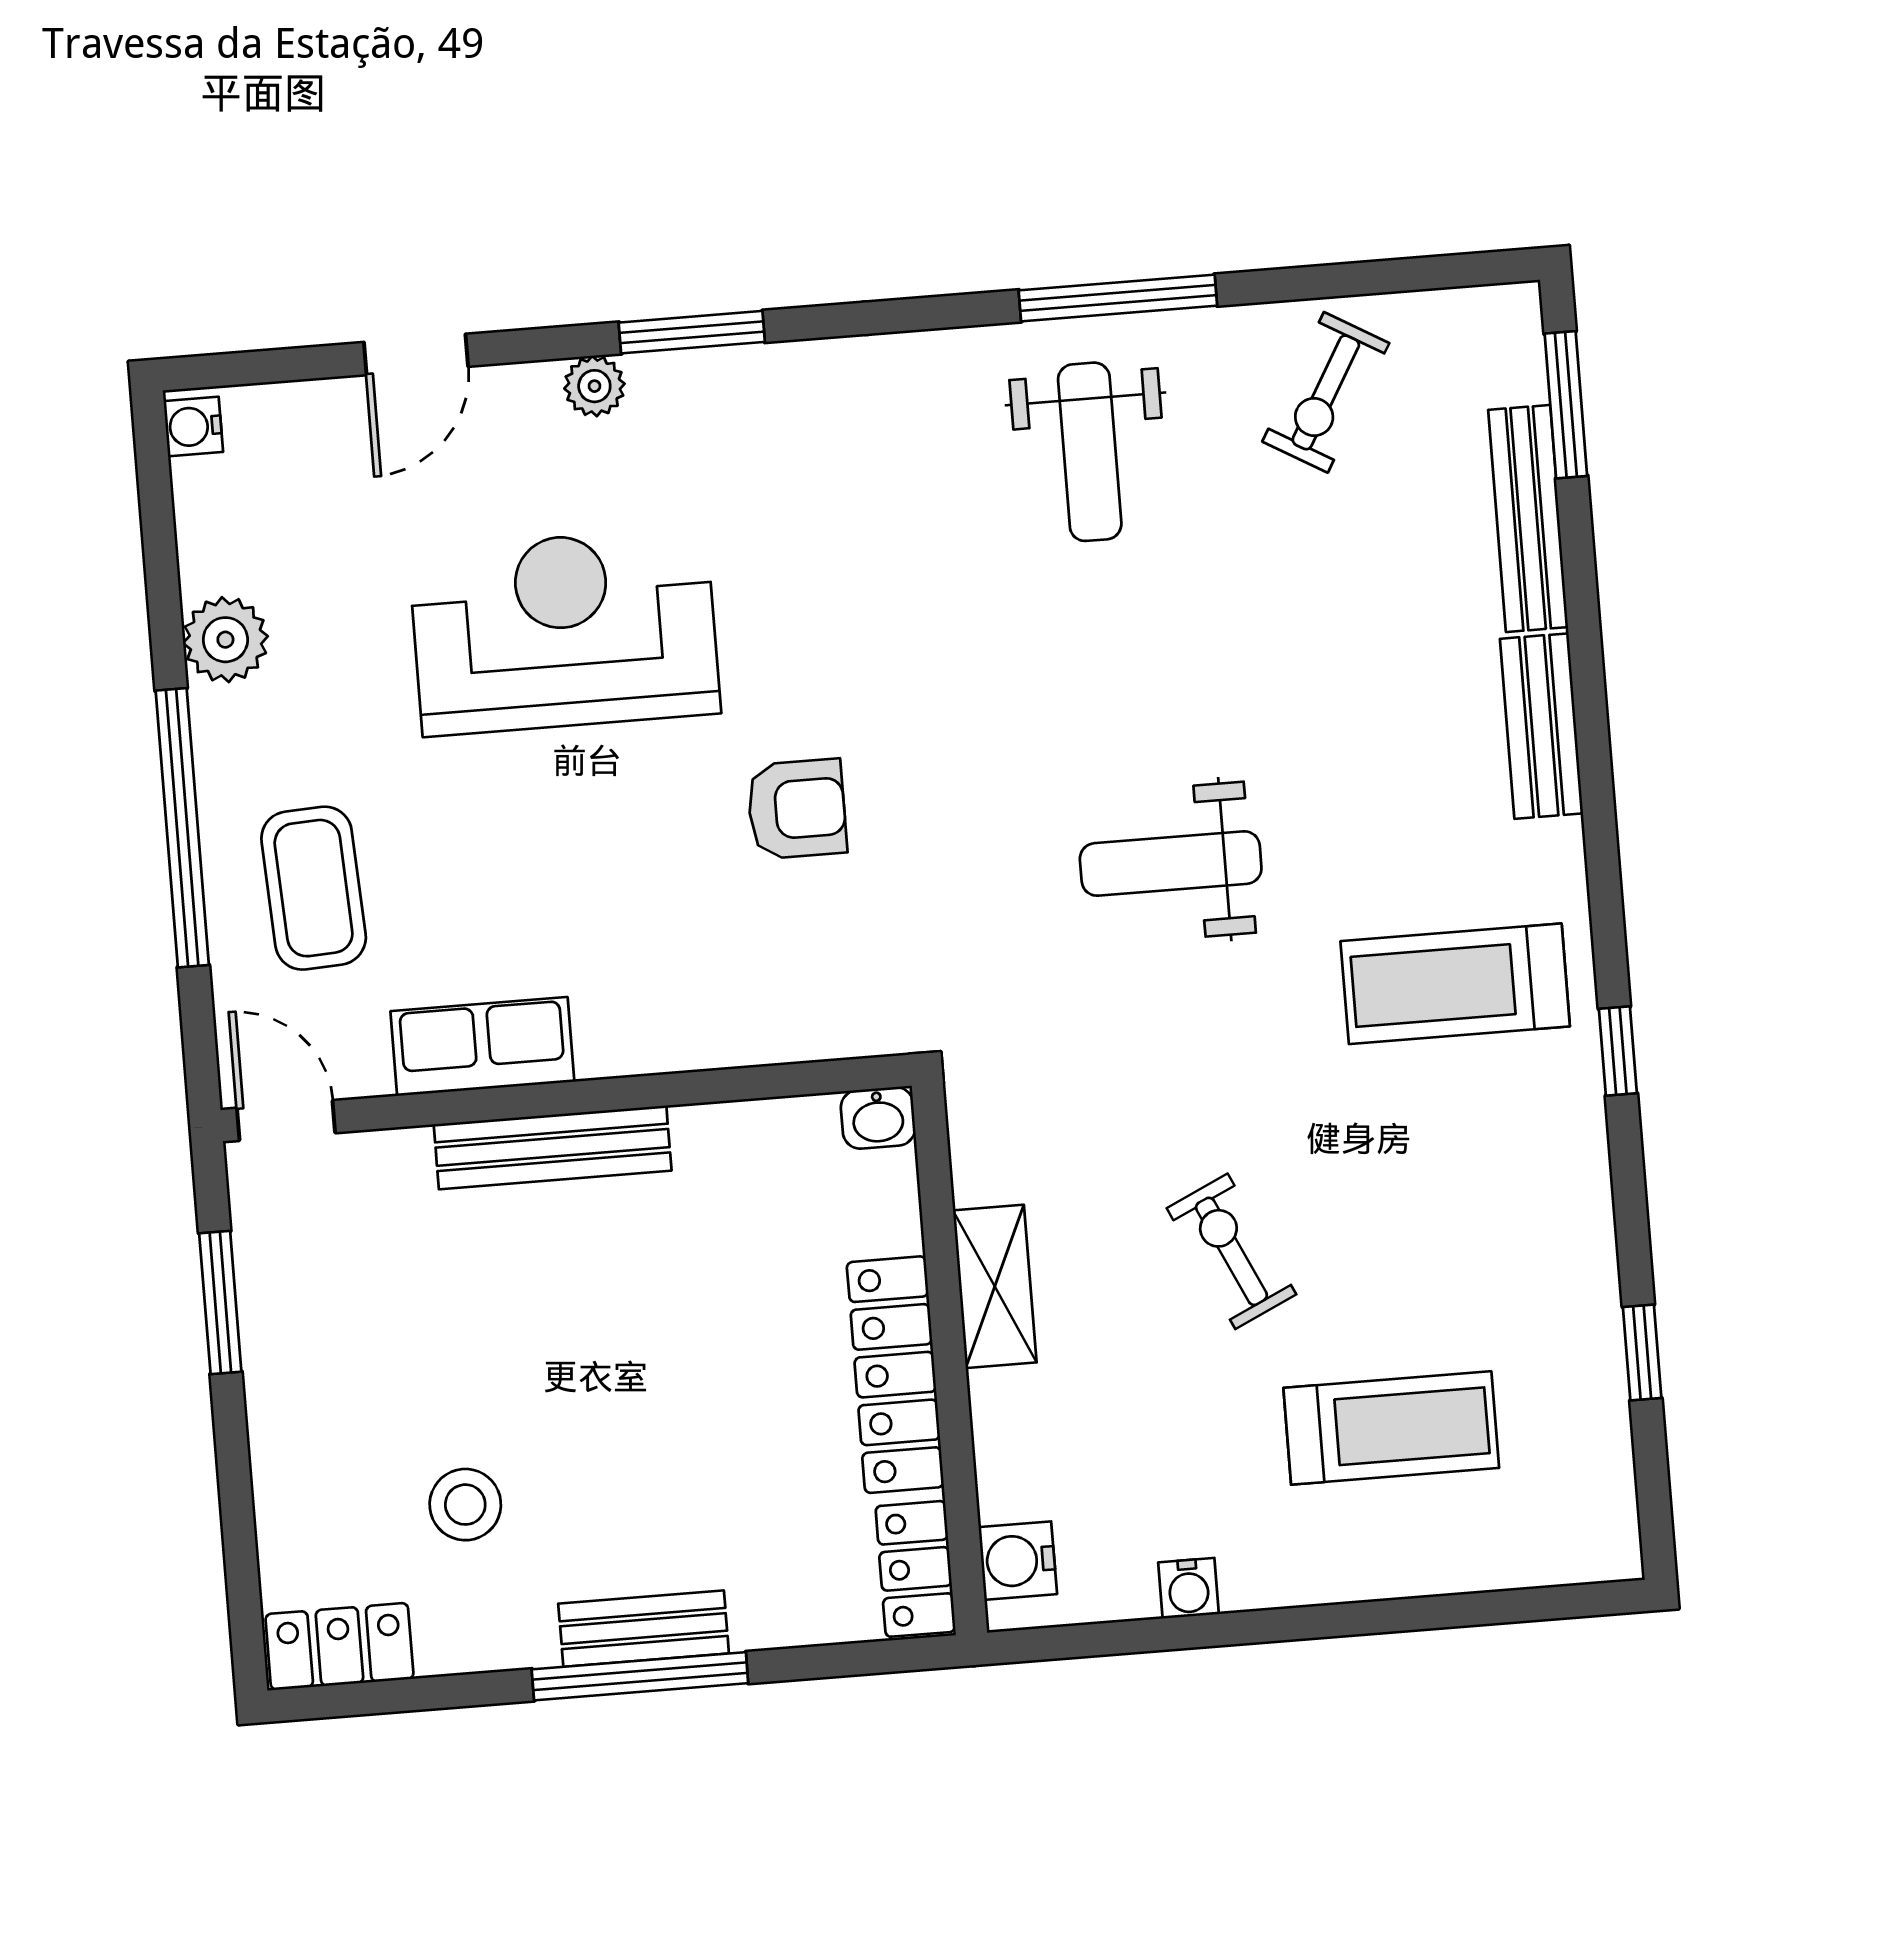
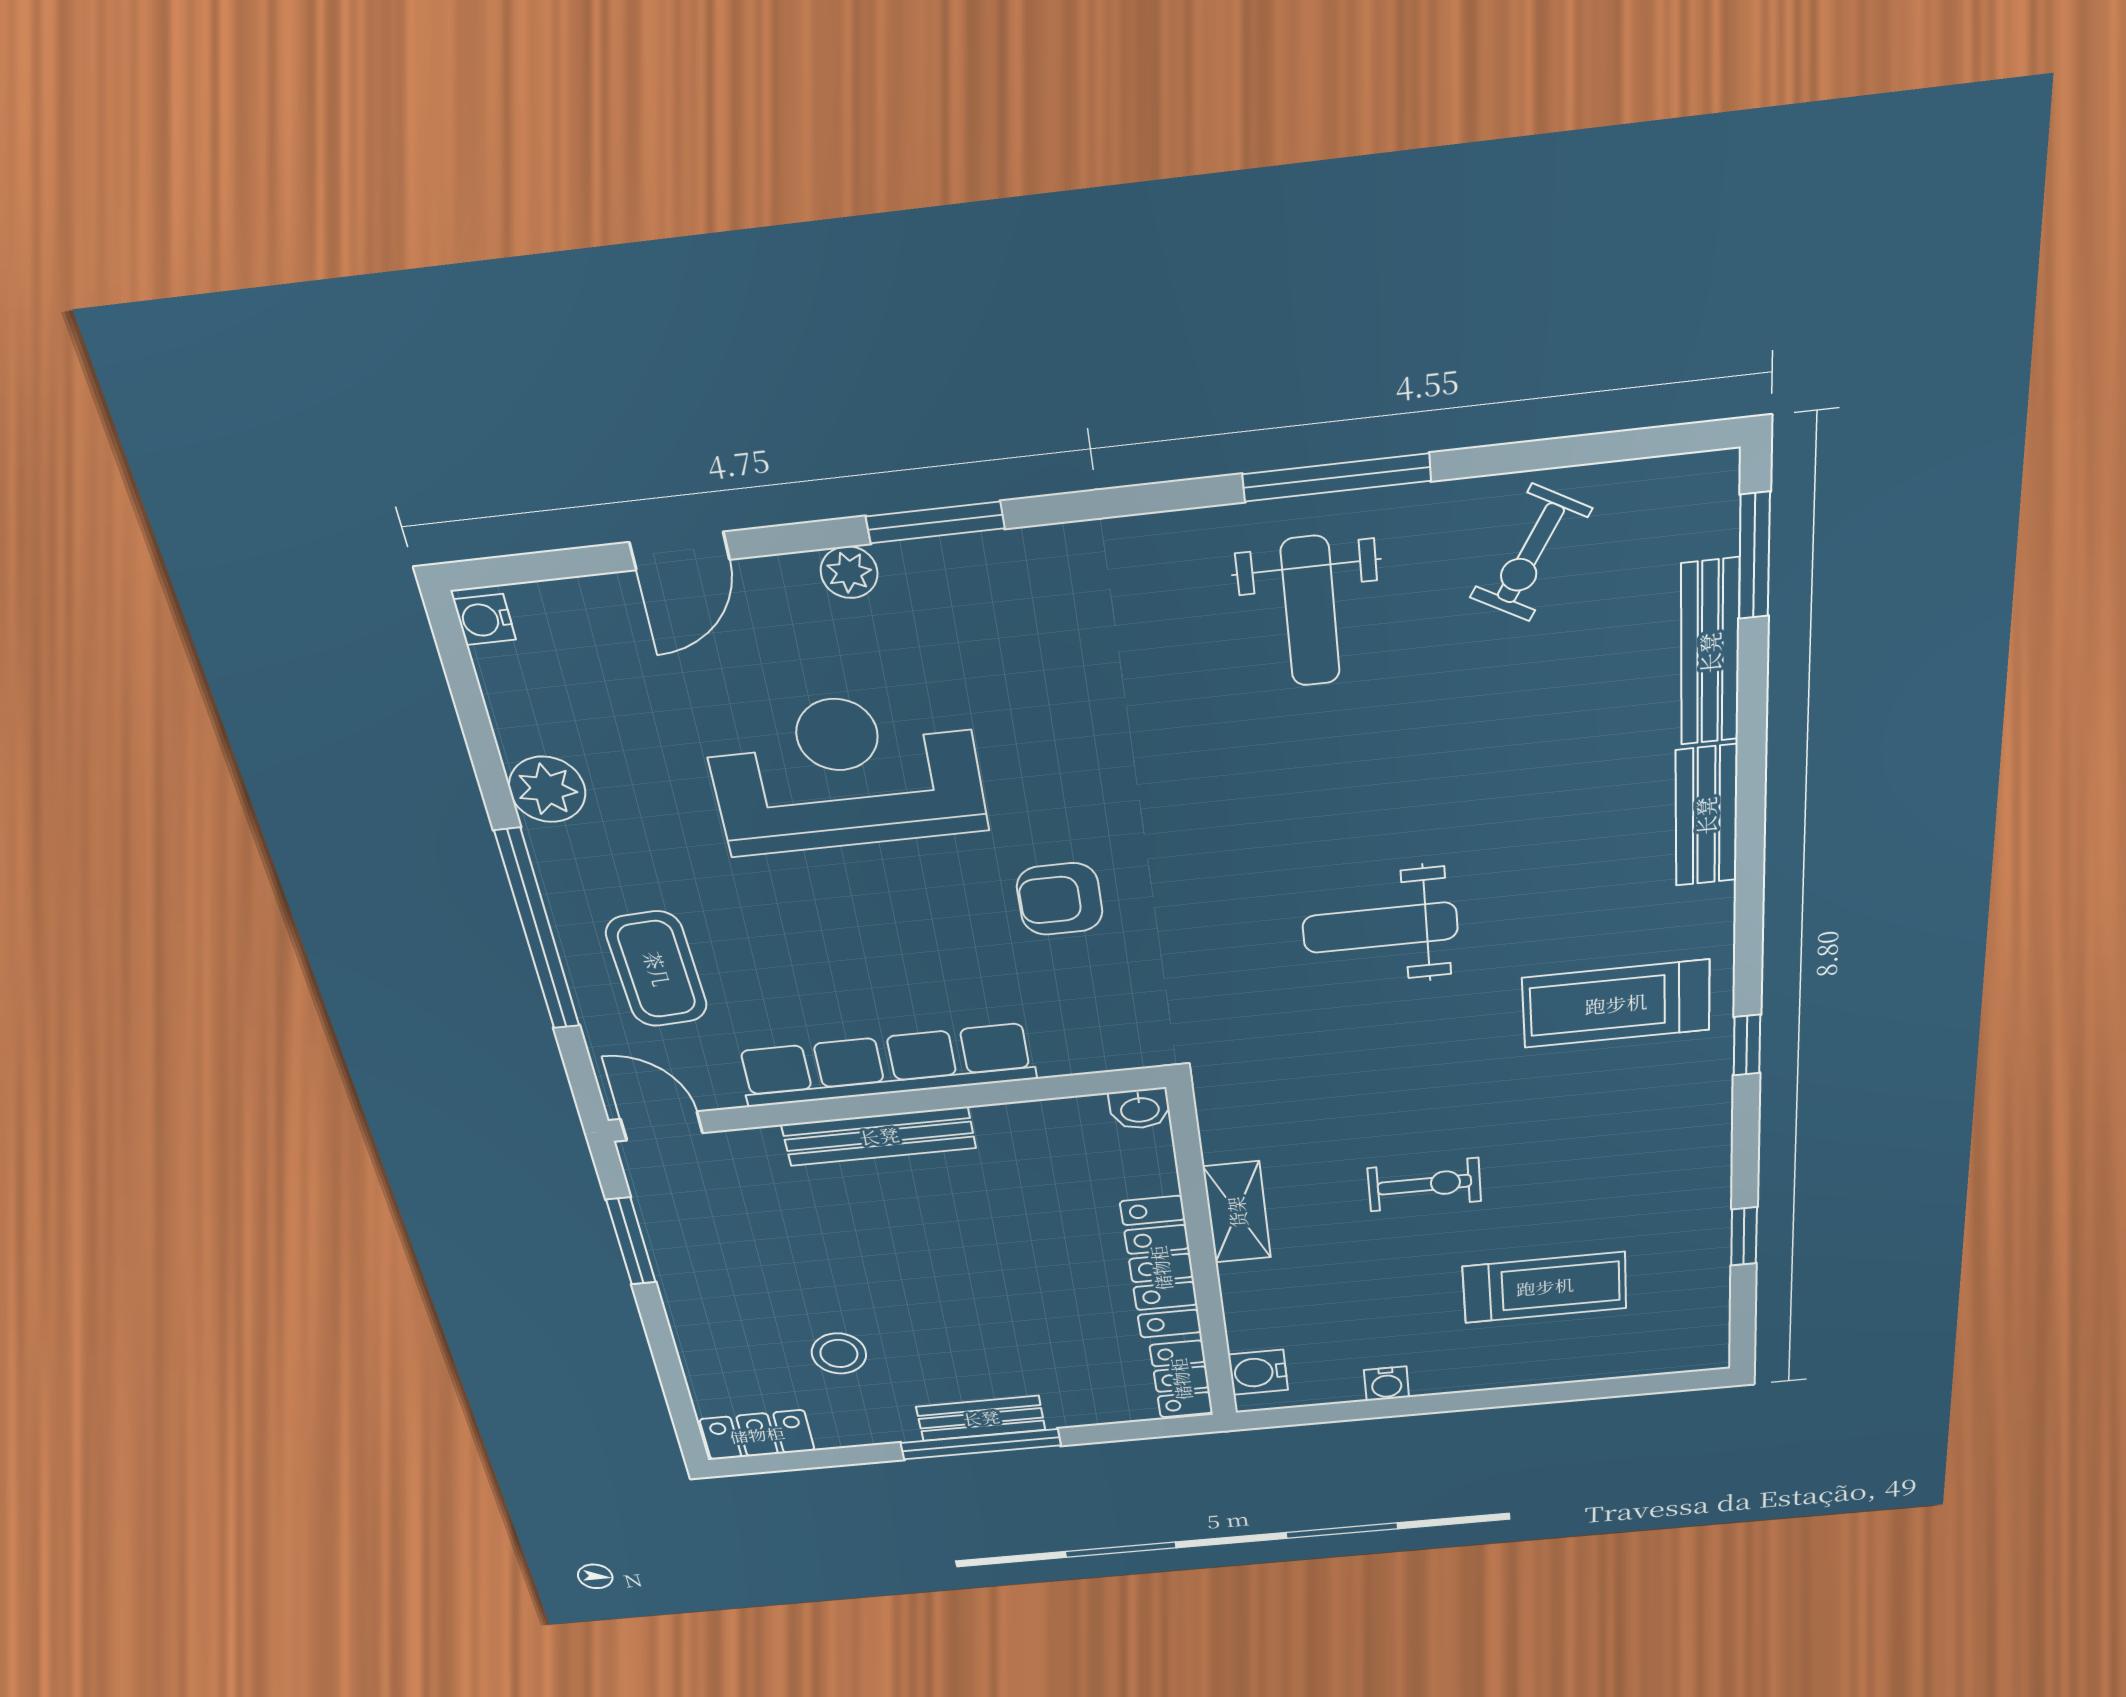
armchair: (797, 809) -> (1060, 899), turned 180
row of seats: (482, 1046) -> (886, 1065), width x2.02
exercise bike: (1231, 1251) -> (1424, 1185), turned 115

